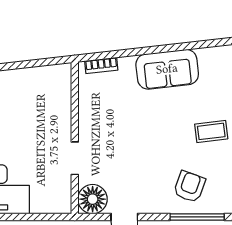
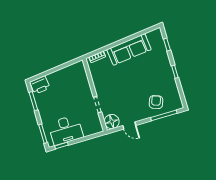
sofa: (167, 69) -> (129, 49), width x1.36
coffee table: (211, 131) -> (159, 73), removed

